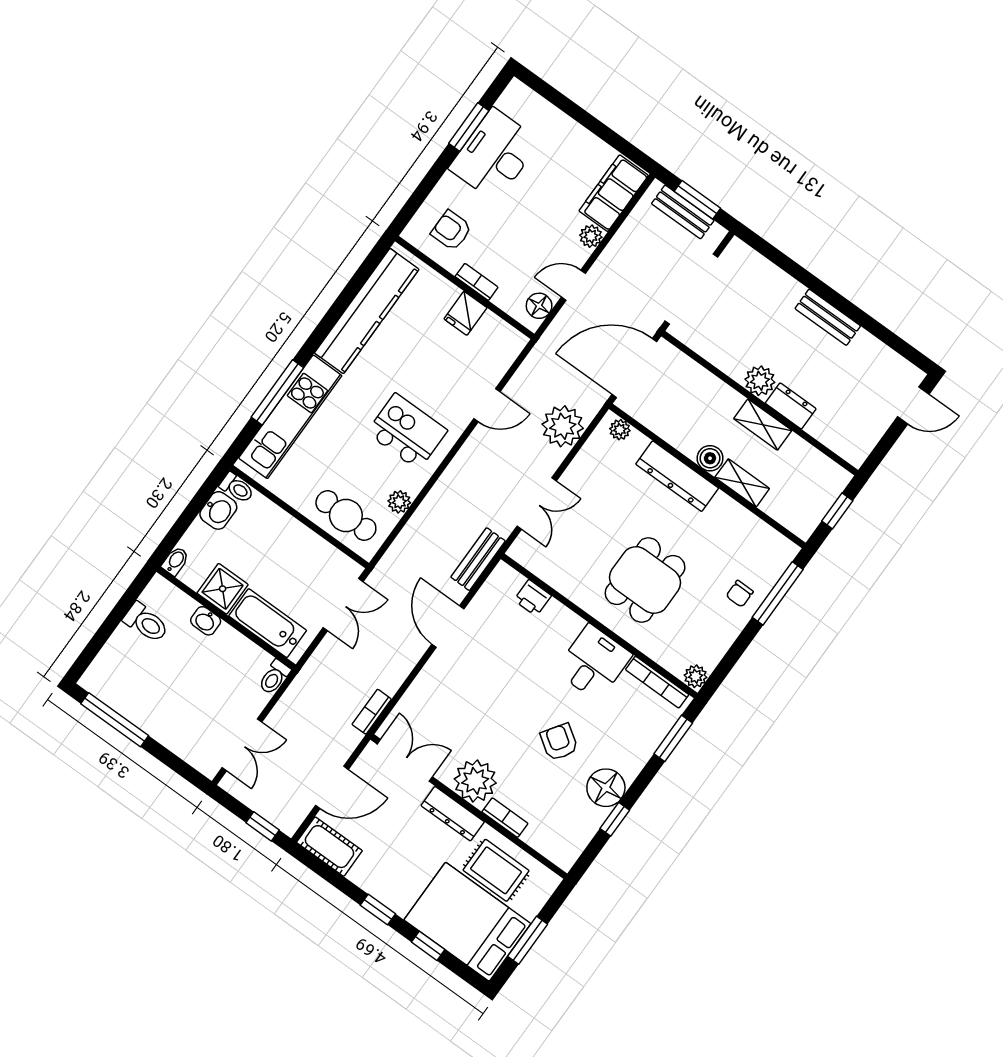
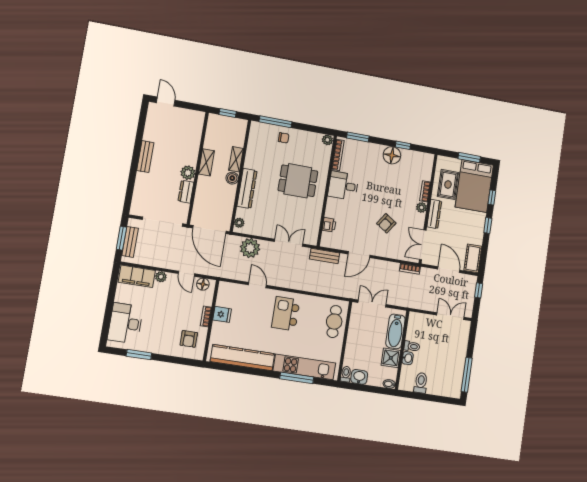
desk: (494, 155) -> (125, 323), moved, turned 90
dresser: (791, 406) -> (186, 192), moved
plant: (399, 502) -> (317, 302), removed
toilet: (274, 677) -> (412, 346), moved
armchair: (559, 742) -> (386, 223), moved
plant: (475, 781) -> (422, 207), width x0.53, depth x0.53

